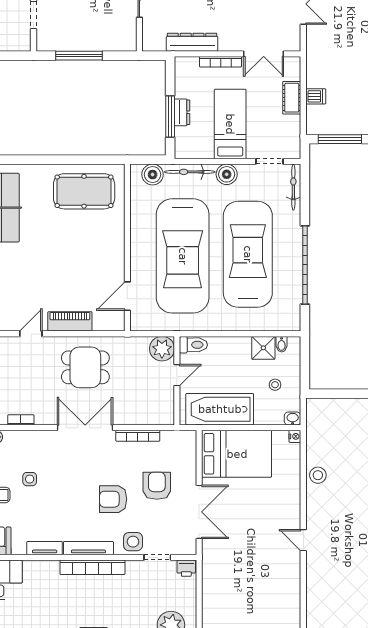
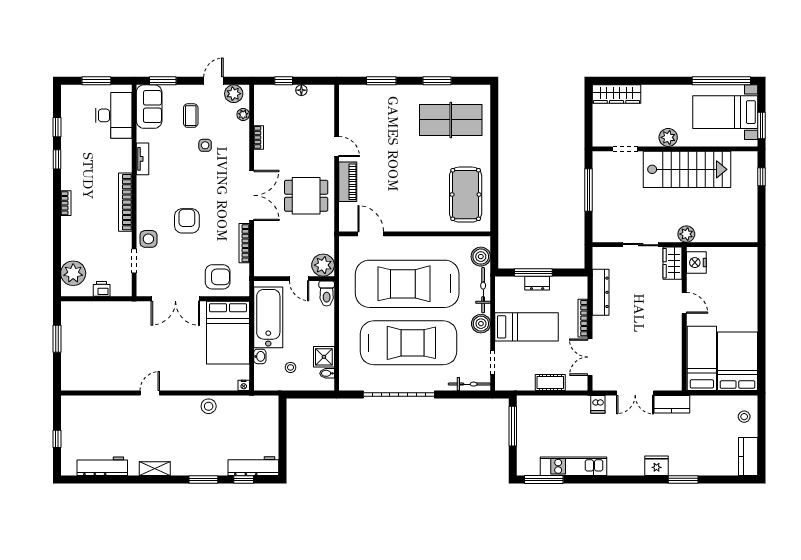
dishwasher: (316, 96) -> (598, 404), moved
dining table: (85, 367) -> (306, 196), turned 90
washbasin: (293, 419) -> (260, 356), moved
armchair: (157, 486) -> (218, 277), moved
tv unit: (88, 548) -> (143, 199), removed
printer: (186, 568) -> (102, 289), moved, turned 90

